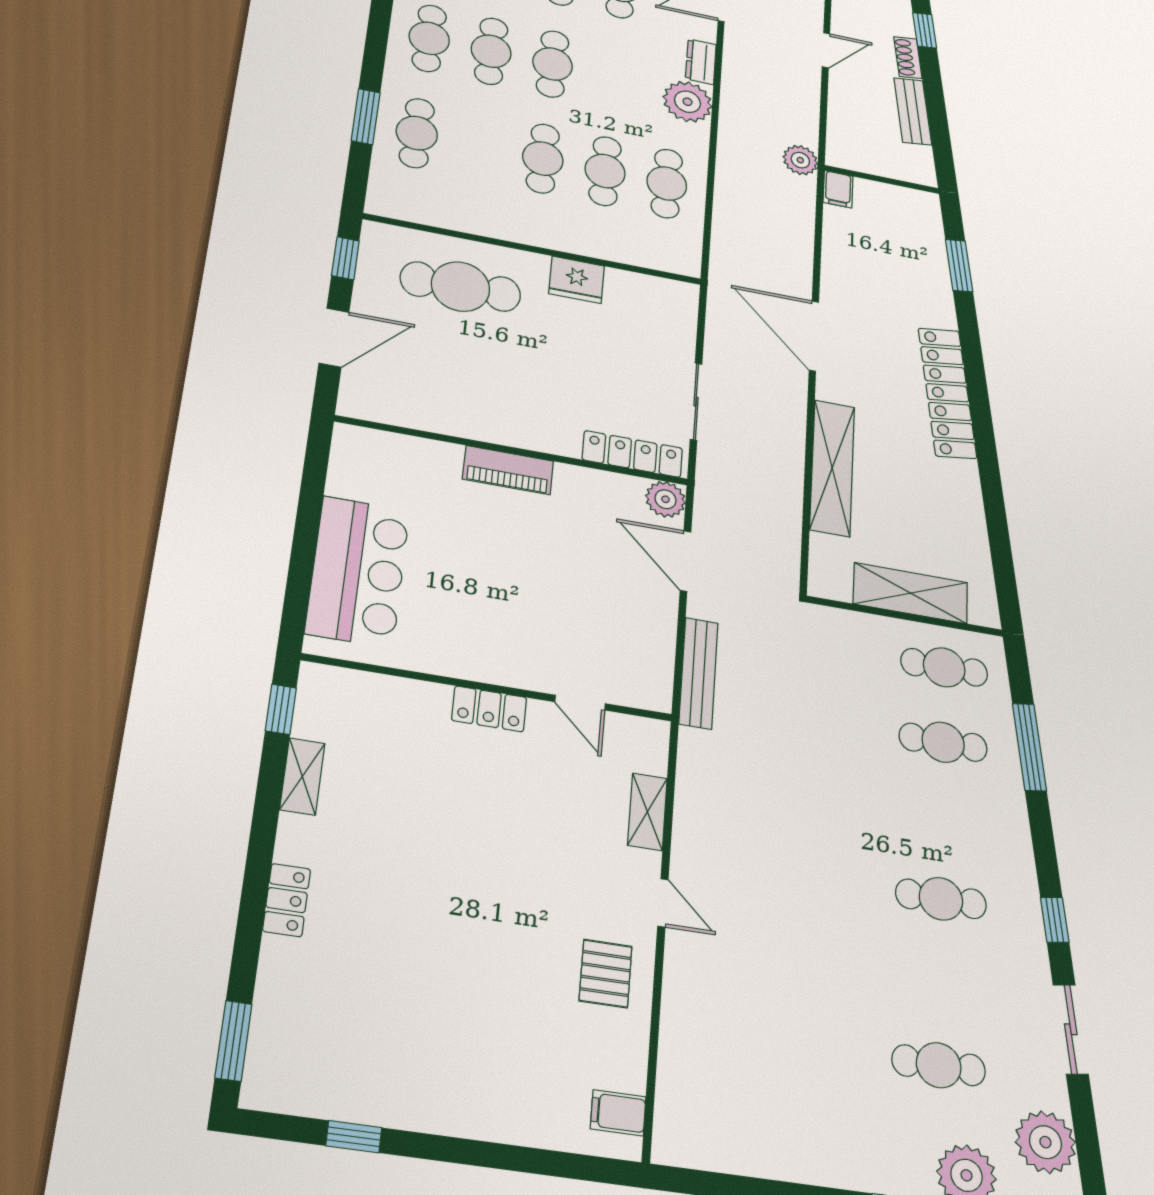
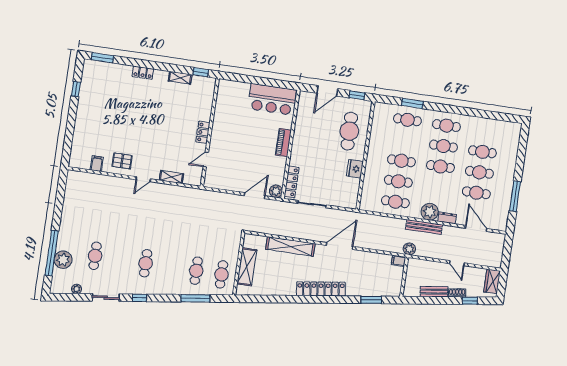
door: (334, 338) -> (327, 91), hinge flipped
bar counter: (358, 571) -> (272, 99), moved
bench: (698, 673) -> (424, 227), moved
filing cabinet: (618, 1113) -> (97, 164), moved
plant: (1045, 1142) -> (77, 289), width x0.53, depth x0.53

